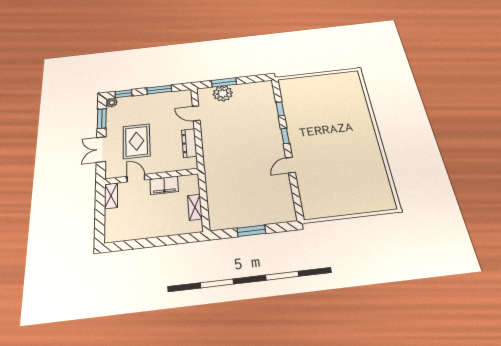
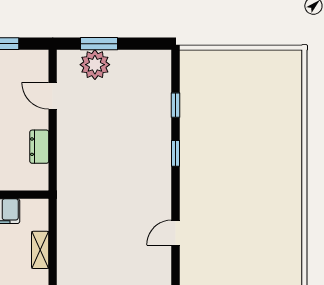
dresser: (189, 143) -> (39, 147), width x0.70
door: (290, 165) -> (176, 233), moved

